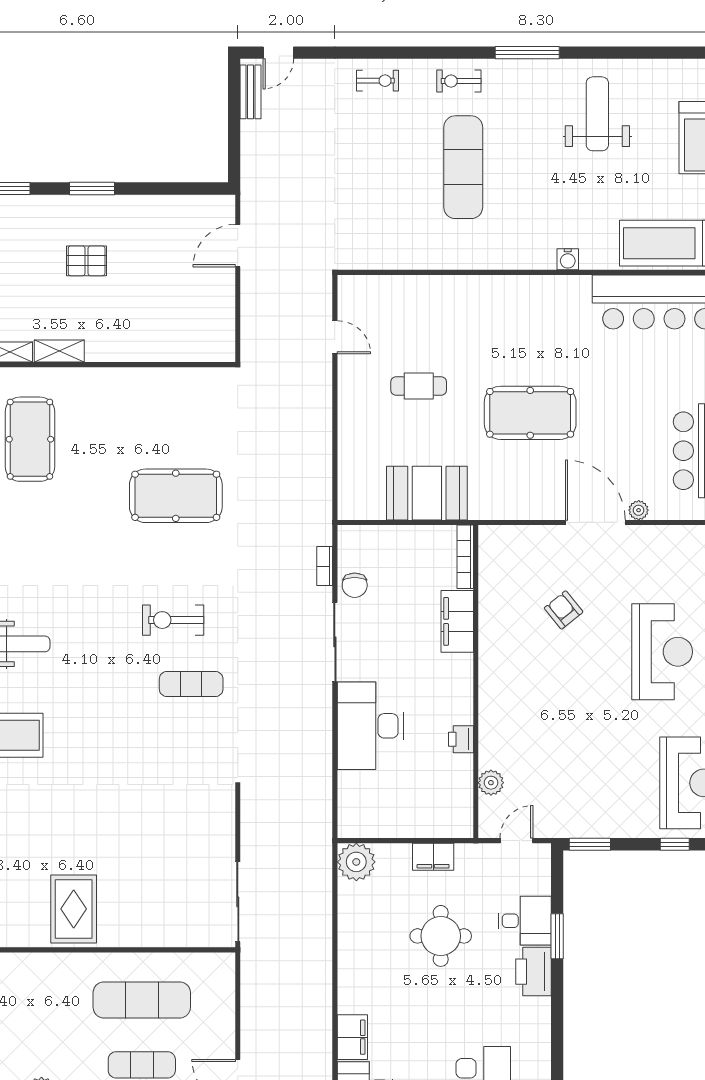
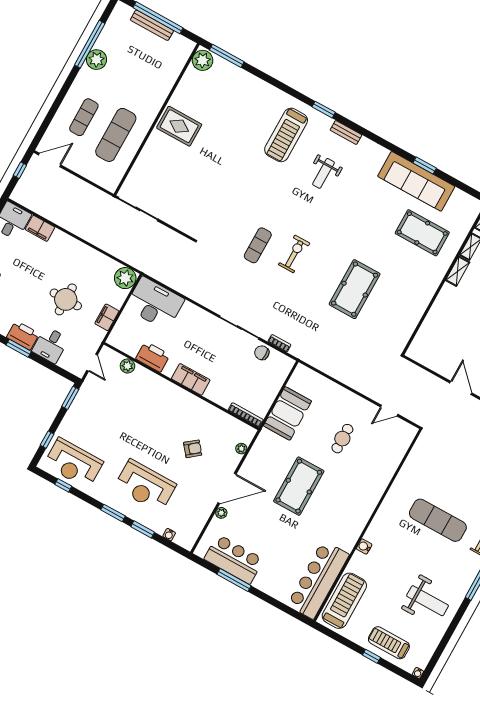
plant: (521, 535) -> (241, 449), added
filing cabinet: (457, 621) -> (191, 379), moved
desk: (370, 726) -> (155, 303), moved
printer: (461, 739) -> (153, 357), width x1.87, depth x1.48
window: (557, 936) -> (19, 348), moved

